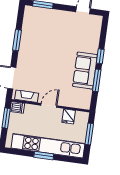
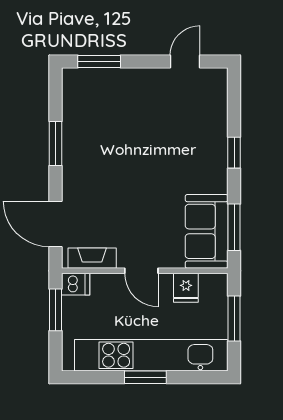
sofa: (85, 71) -> (207, 231), moved
window: (97, 80) -> (234, 227), moved
door: (49, 105) -> (141, 271), swing flipped

